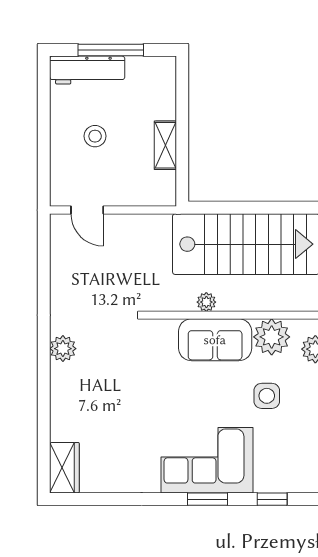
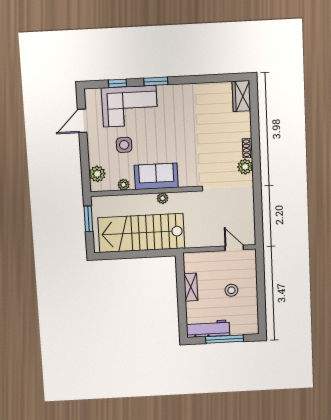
workbench: (87, 70) -> (208, 329), moved
plant: (272, 337) -> (124, 185), width x0.53, depth x0.53
shoe rack: (58, 380) -> (247, 148), added
corner sofa: (207, 460) -> (130, 106), moved

